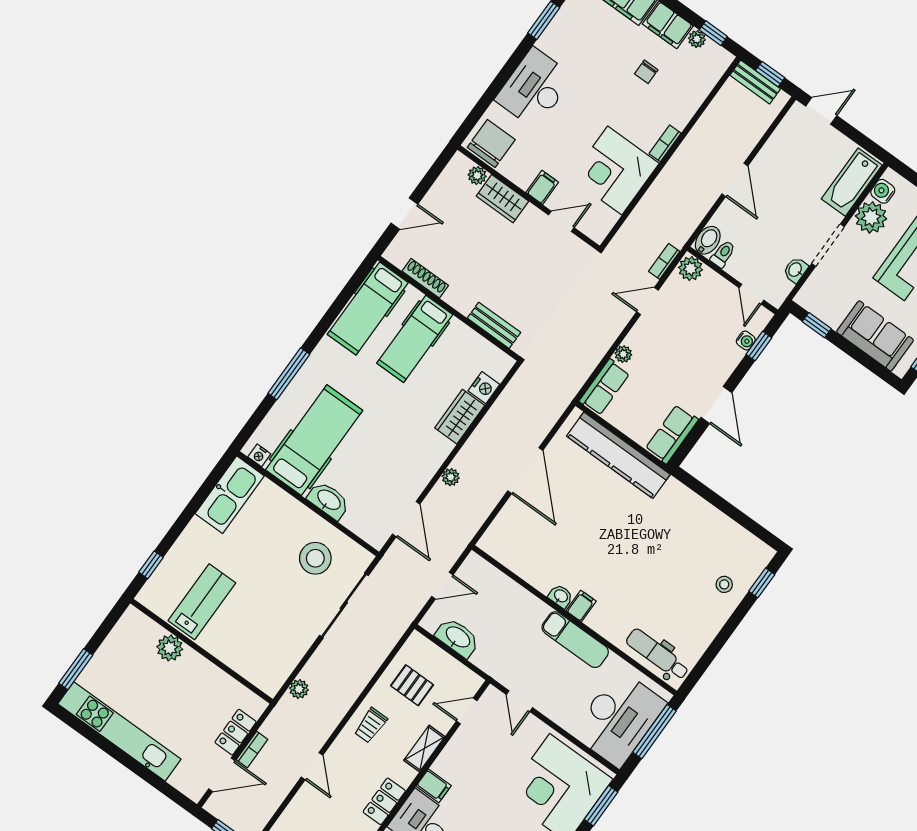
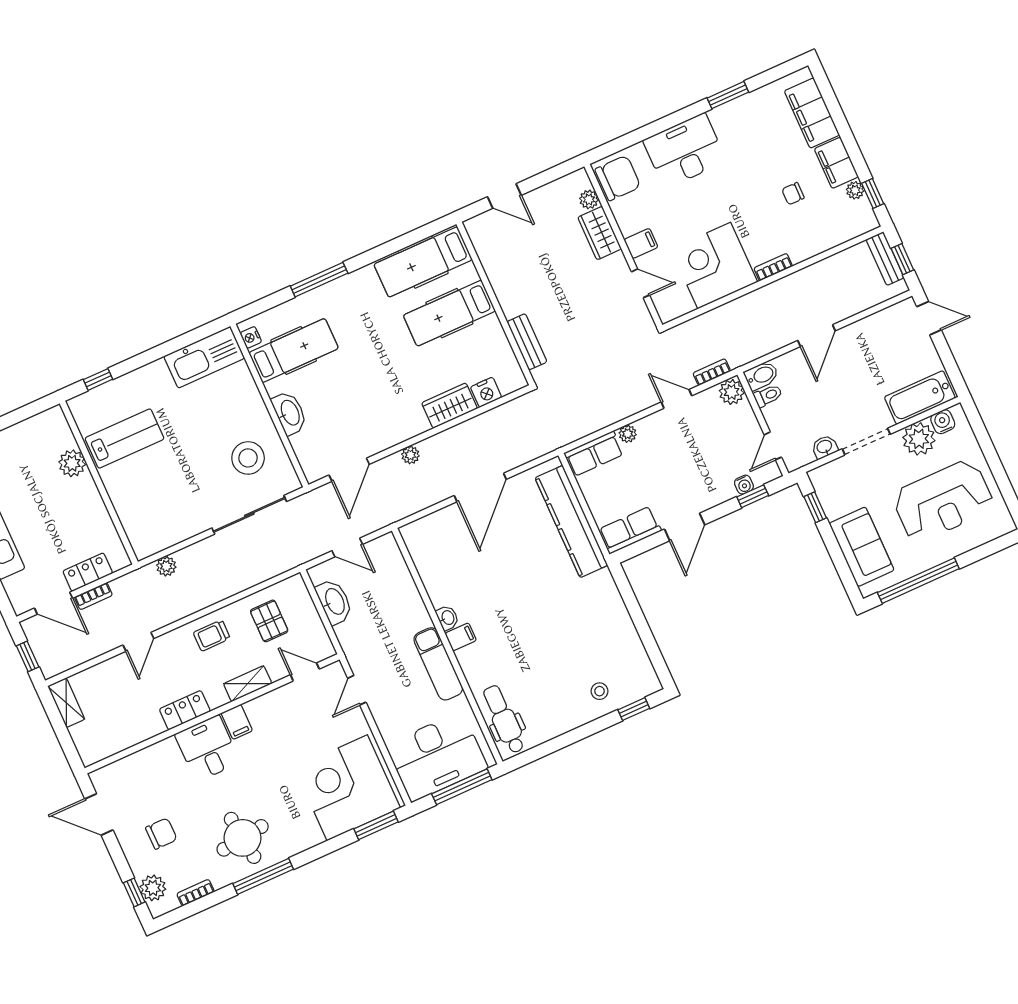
shoe rack: (425, 278) -> (490, 265), removed
hospital bed: (314, 440) -> (294, 351), width x0.73, depth x0.78

